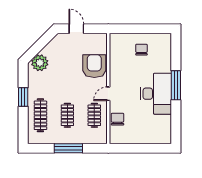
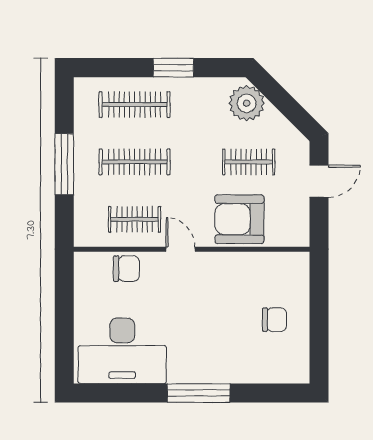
clothes rail: (67, 62) -> (249, 162), added
armchair: (94, 66) -> (239, 219), turned 180
desk: (156, 94) -> (122, 351), moved
clothes rail: (67, 115) -> (135, 162), width x1.36

